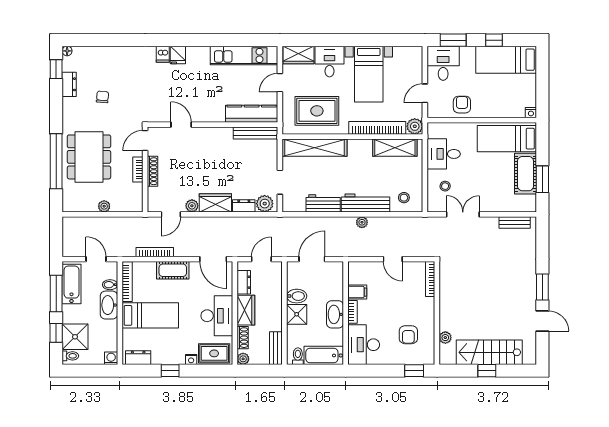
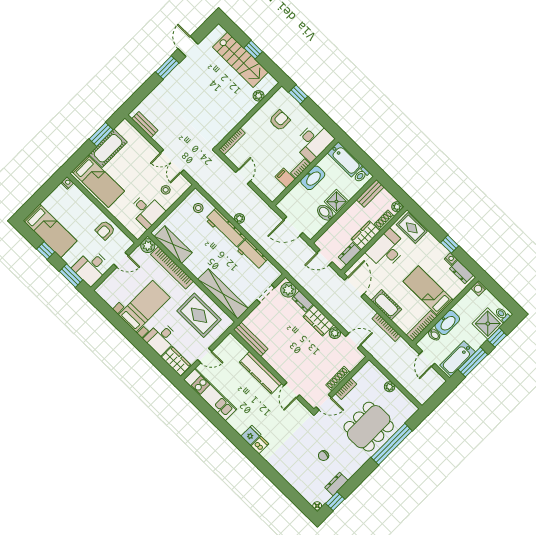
kitchen counter: (252, 114) -> (261, 373), moved
nightstand: (191, 360) -> (451, 259), moved

